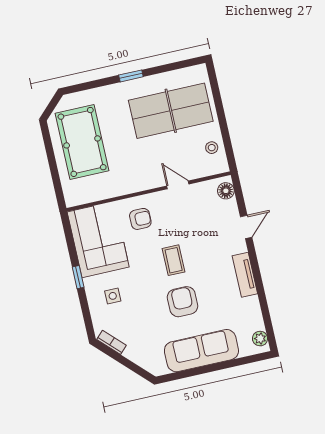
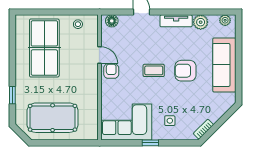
window: (131, 76) -> (12, 95), moved
door: (178, 185) -> (100, 55), swing flipped
armchair: (140, 219) -> (111, 71), moved
plant: (250, 307) -> (201, 22), added

